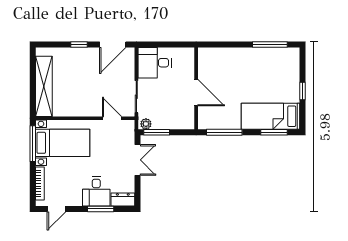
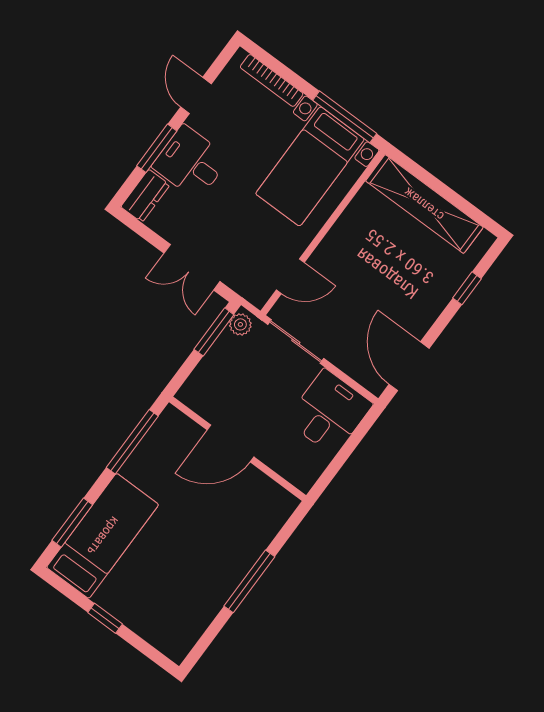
window: (79, 45) -> (467, 288), moved
window: (270, 45) -> (249, 581), moved
door: (56, 209) -> (196, 95), moved

